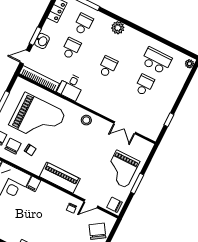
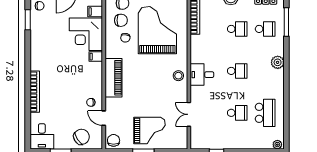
desk: (71, 87) -> (202, 75), moved
grand piano: (37, 119) -> (157, 30), turned 180
grand piano: (122, 169) -> (150, 130), turned 180

